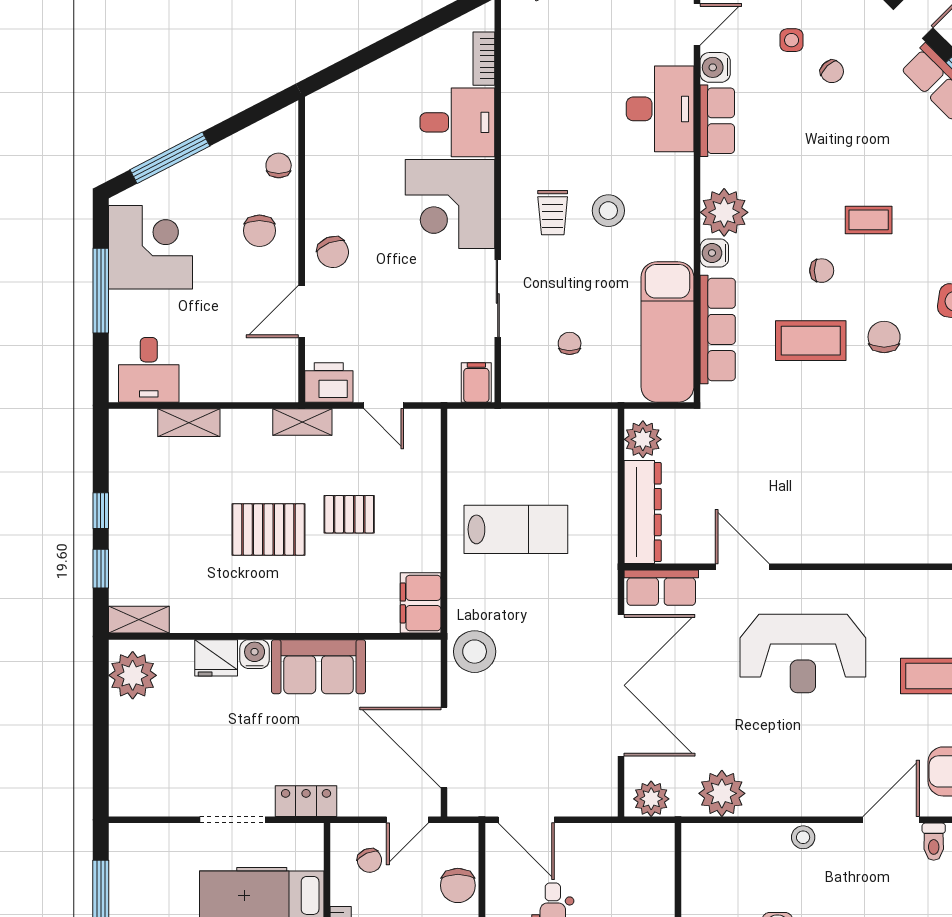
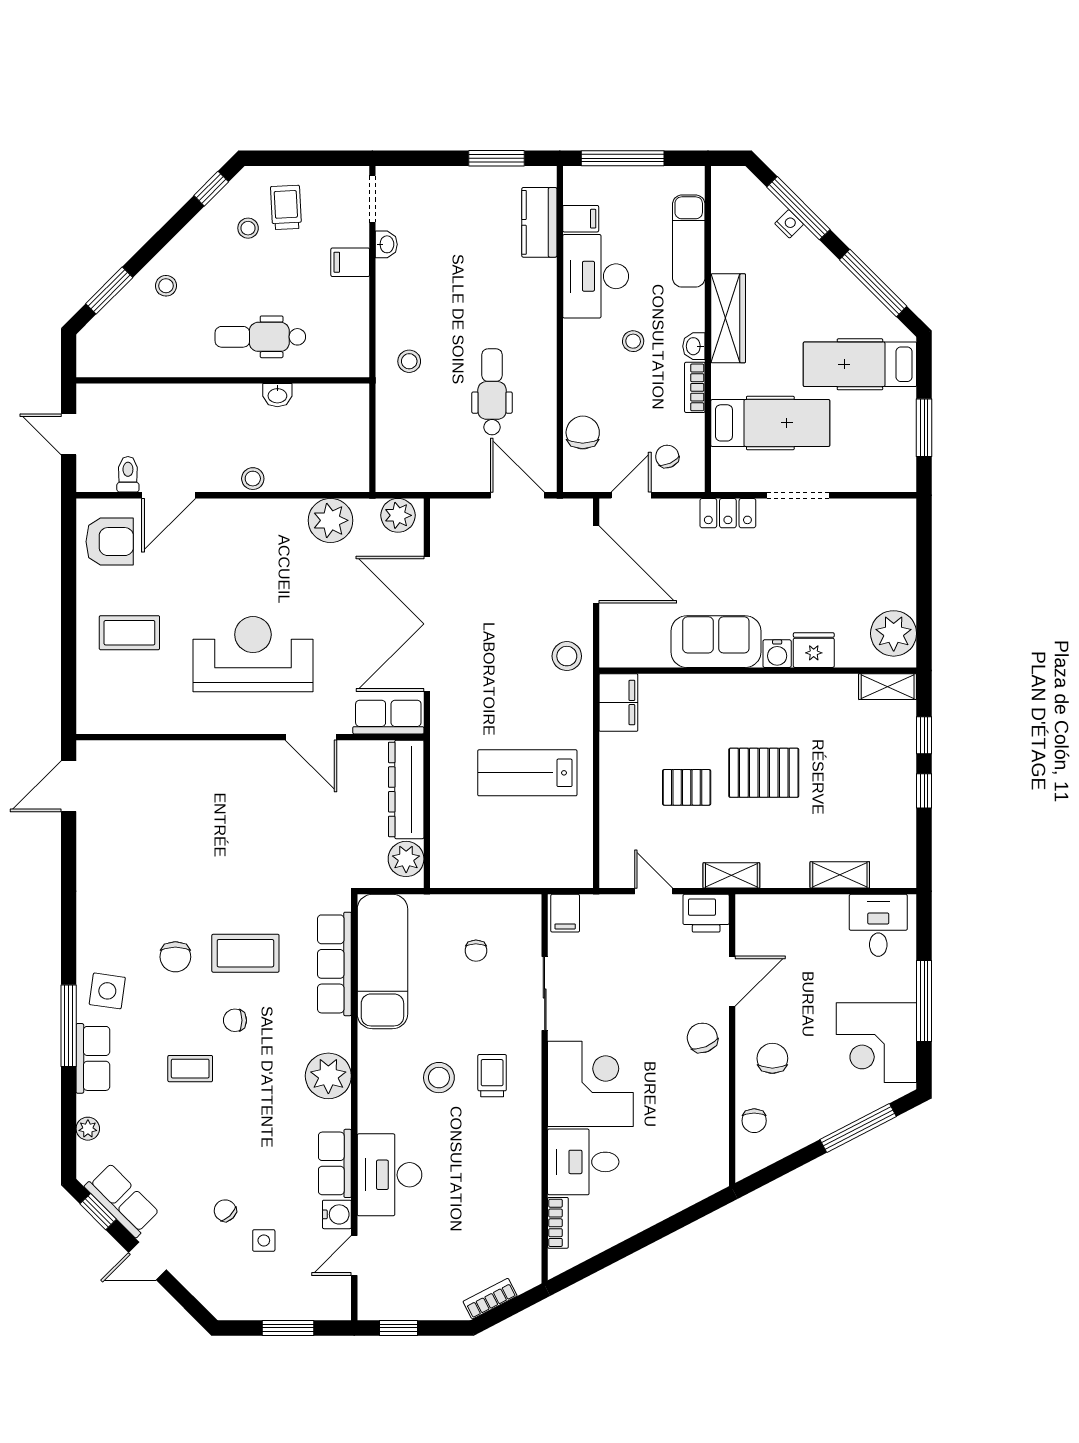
water cooler: (714, 253) -> (338, 1037), removed
stool: (475, 652) -> (567, 656), width x0.73, depth x0.73

